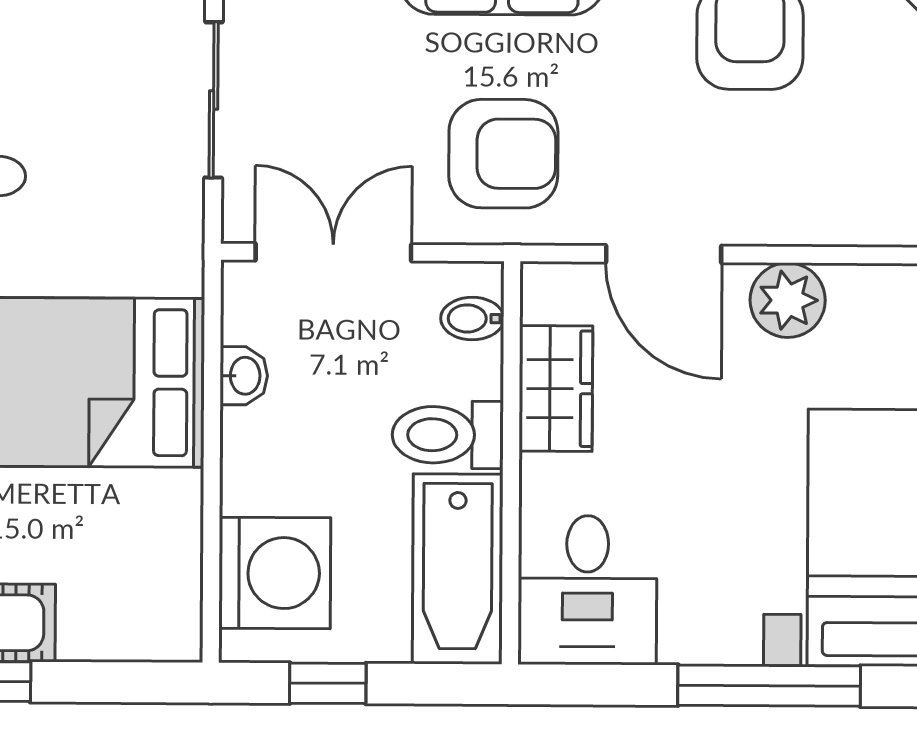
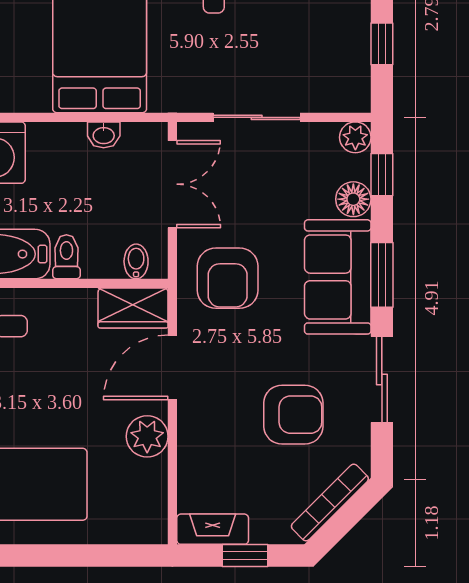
wardrobe: (556, 389) -> (133, 308), moved
toilet: (448, 435) -> (66, 257), width x0.73, depth x0.72

